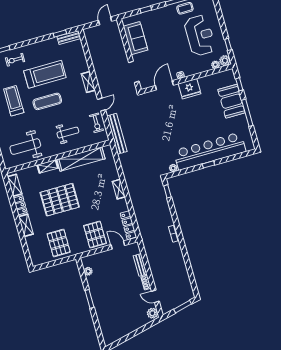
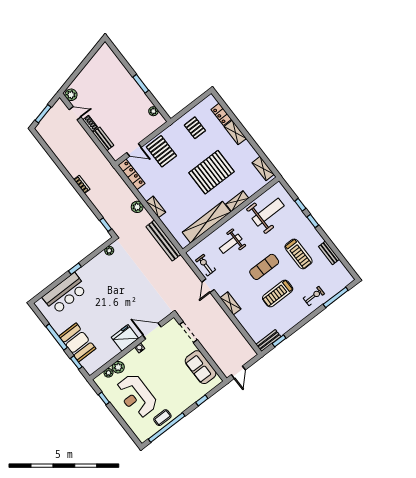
plant: (225, 61) -> (118, 367), moved
treadmill: (45, 74) -> (278, 293), width x0.73, depth x0.73
door: (164, 85) -> (152, 331), swing flipped
bench: (117, 134) -> (163, 241), moved
bar counter: (210, 151) -> (65, 294), width x0.54
plant: (135, 196) -> (137, 207), added
locker: (20, 205) -> (221, 114), moved
pallet: (59, 243) -> (195, 128), width x0.67, depth x0.71

